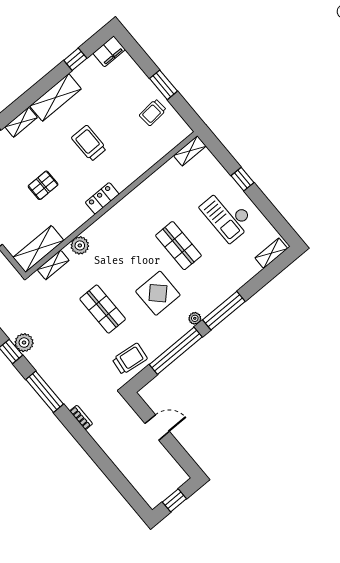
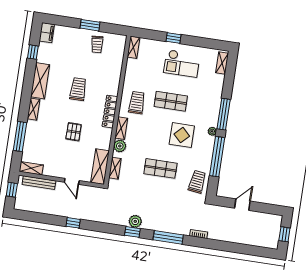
trolley: (89, 143) -> (78, 89), turned 90
locker: (102, 198) -> (110, 112), width x1.53
trolley: (140, 214) -> (137, 103), added
shelving: (99, 227) -> (121, 128), added

